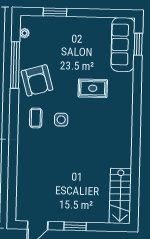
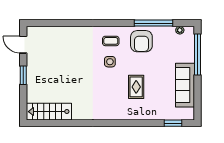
window: (55, 12) -> (198, 55), width x2.11
sofa: (123, 45) -> (185, 85), moved, turned -90
armchair: (37, 80) -> (141, 41), turned -74

